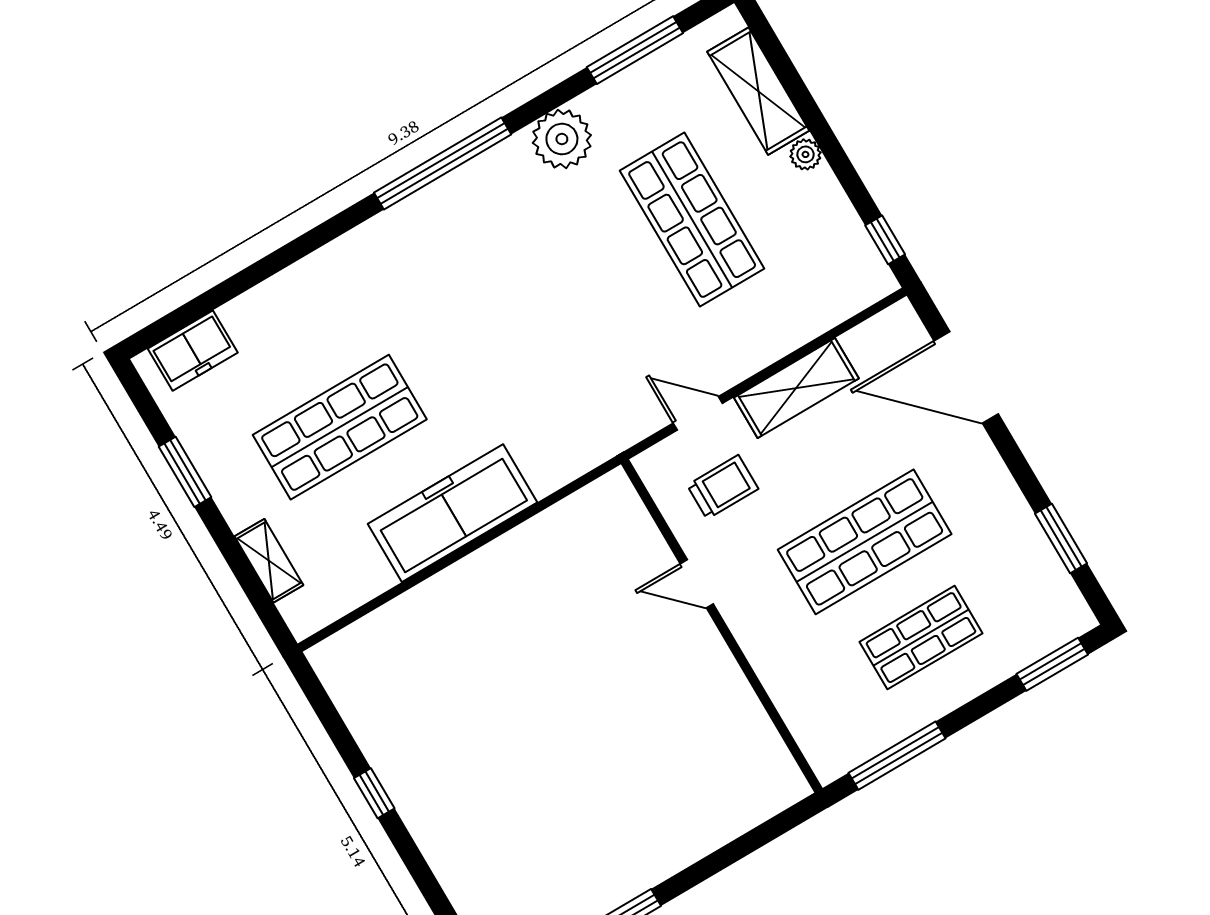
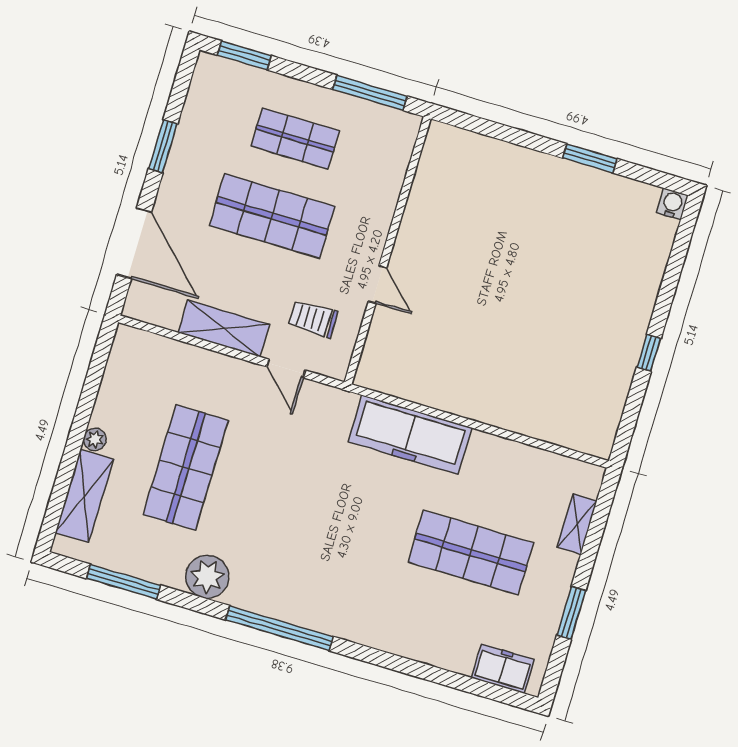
window: (885, 240) -> (101, 355), removed
freezer: (452, 513) -> (410, 435), moved
window: (1061, 538) -> (163, 146), moved

